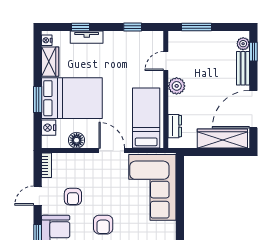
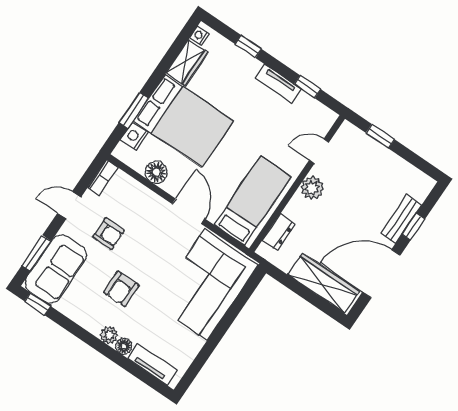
window: (196, 27) -> (380, 136), width x0.67
tv unit: (87, 37) -> (278, 84), moved
plant: (243, 44) -> (420, 191), removed
window: (253, 52) -> (413, 227), moved
window: (38, 100) -> (134, 110), moved
armchair: (73, 197) -> (109, 234), turned -90

